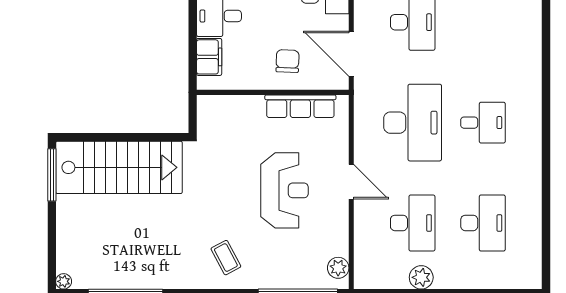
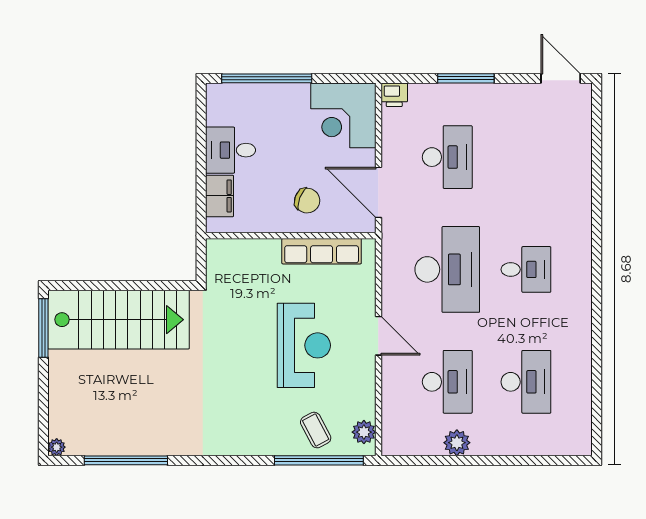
chair: (287, 61) -> (307, 201), turned 109
coffee table: (226, 258) -> (316, 430), moved

